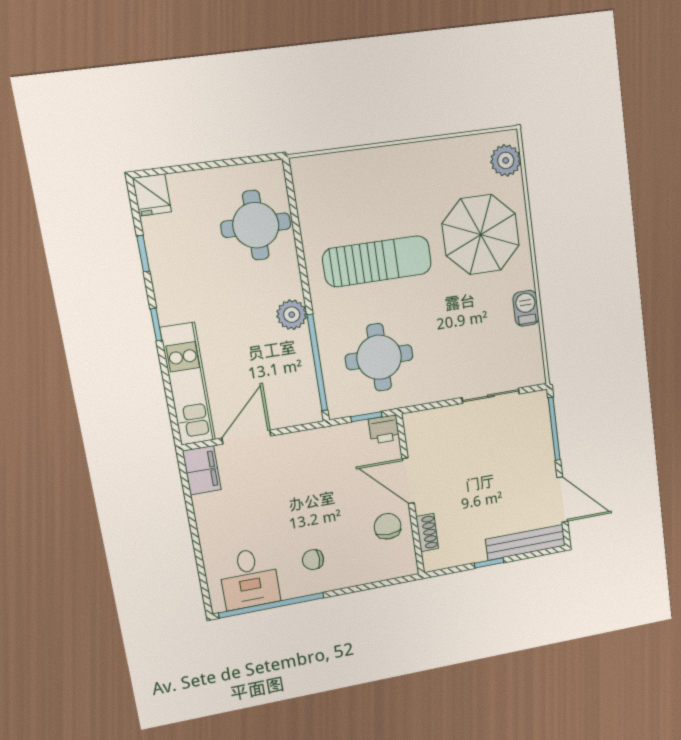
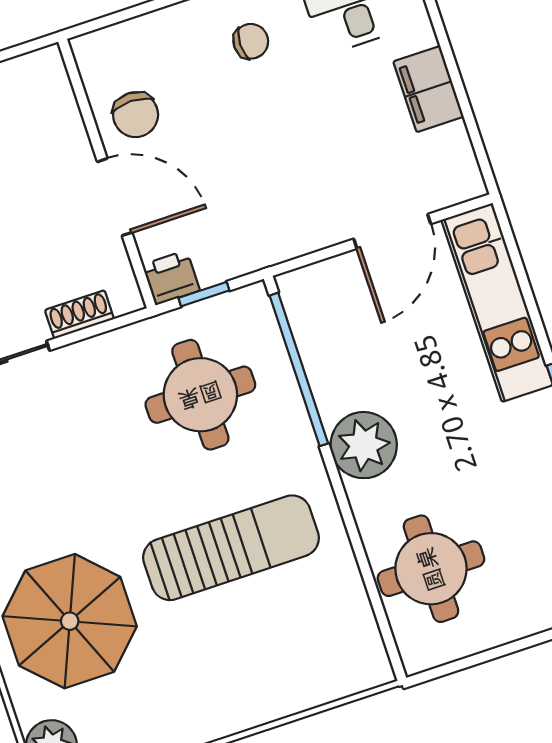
sun lounger: (377, 261) -> (231, 548), turned 180
plant: (292, 315) -> (364, 445), width x1.36, depth x1.36
filing cabinet: (202, 470) -> (428, 89), moved
shoe rack: (427, 533) -> (79, 315), moved, turned 90

